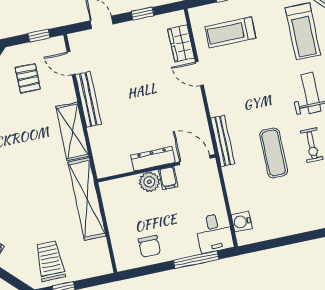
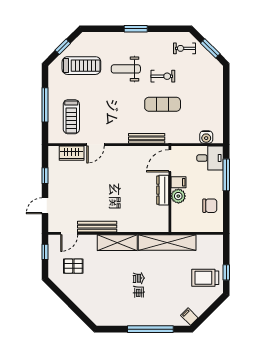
dresser: (153, 159) -> (163, 190), moved
door: (195, 160) -> (170, 161), moved
wall: (156, 168) -> (170, 189), moved
filing cabinet: (168, 178) -> (179, 182), moved
plant: (149, 182) -> (178, 196), moved

